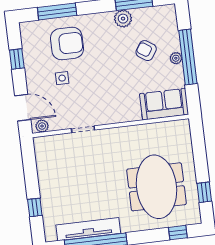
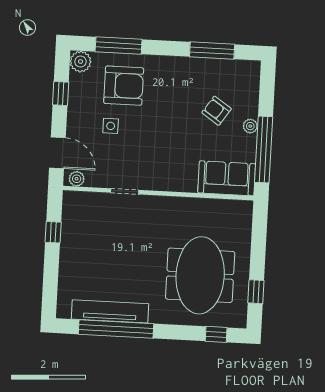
plant: (123, 19) -> (80, 62), moved
window: (188, 57) -> (264, 149), moved
window: (35, 207) -> (53, 232), moved

